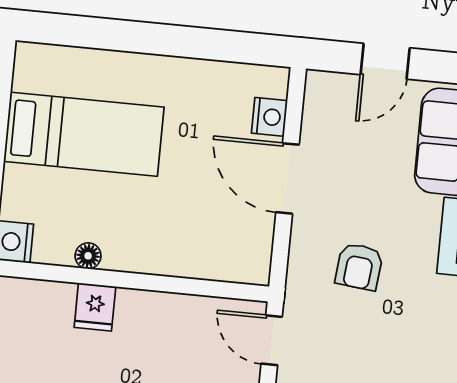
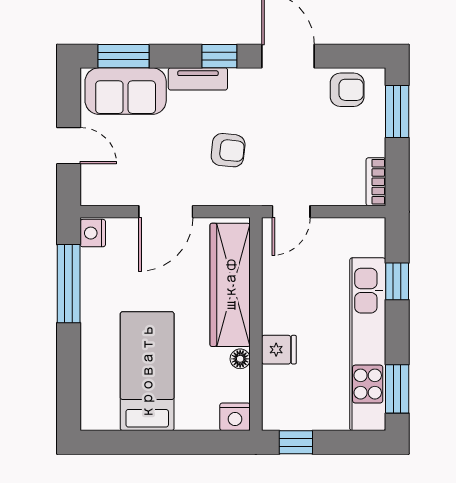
window: (207, 44) -> (69, 284), added
nightstand: (269, 117) -> (93, 233), moved, turned -90
wardrobe: (185, 252) -> (230, 285), added

